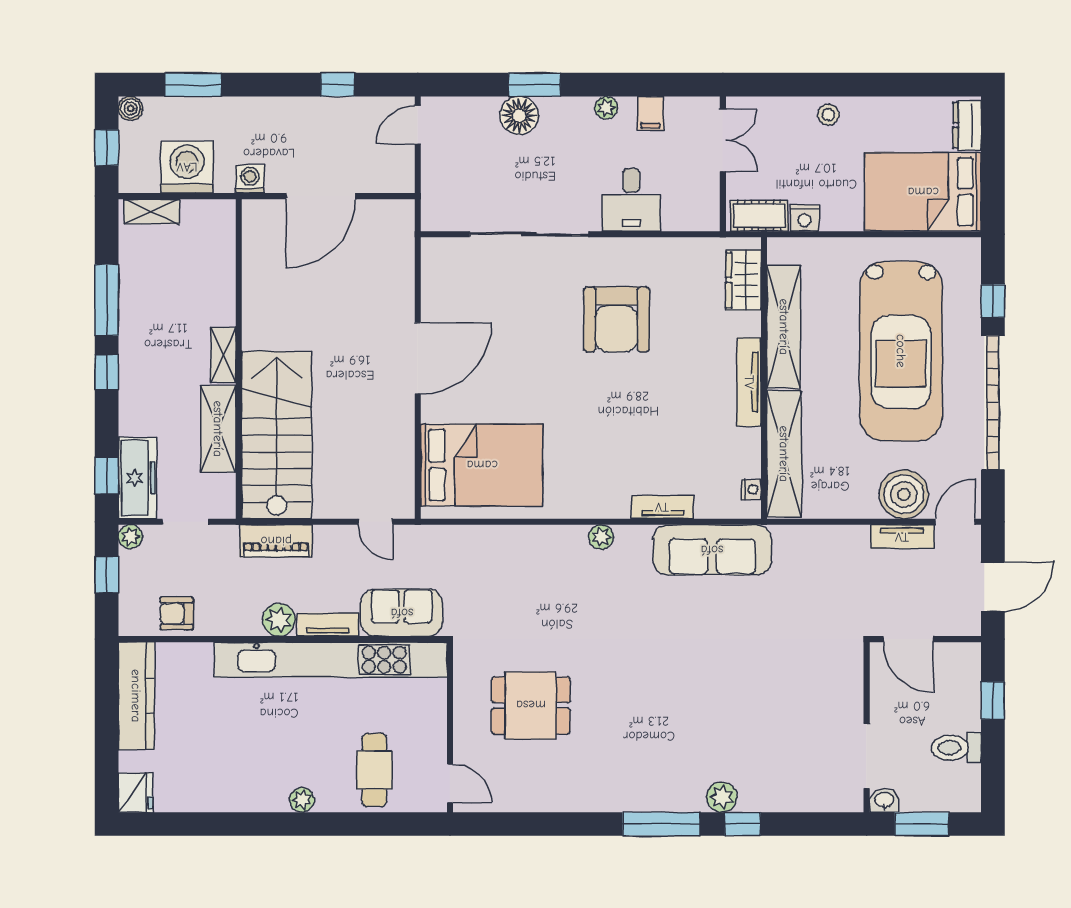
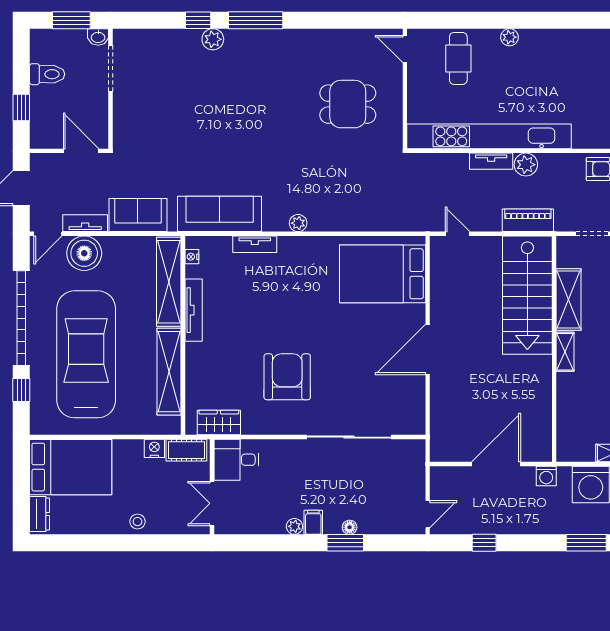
filing cabinet: (650, 114) -> (313, 522), moved
floor lamp: (519, 116) -> (350, 527), width x0.53, depth x0.53
desk: (631, 200) -> (236, 460), moved, turned -90
wardrobe: (743, 280) -> (219, 422), moved, turned -90
tv unit: (749, 382) -> (194, 310), moved
sofa: (402, 613) -> (138, 215), moved, turned 180

